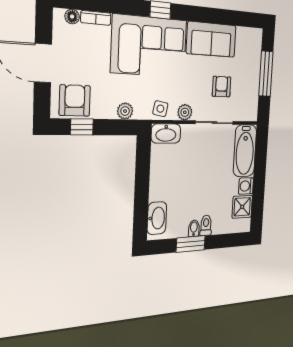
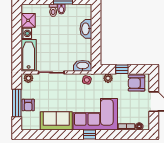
armchair: (222, 87) -> (28, 105), moved
armchair: (75, 101) -> (137, 83), turned 90
plant: (185, 112) -> (28, 78), moved
window: (82, 127) -> (122, 69), moved
washbasin: (157, 218) -> (86, 29), moved

